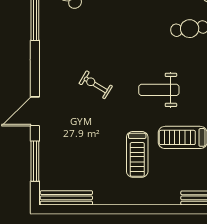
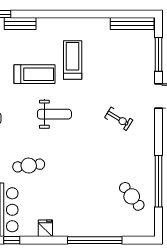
exercise bike: (96, 85) -> (119, 119), moved

